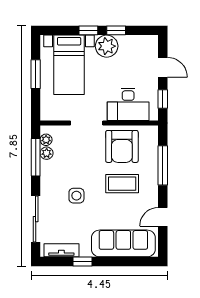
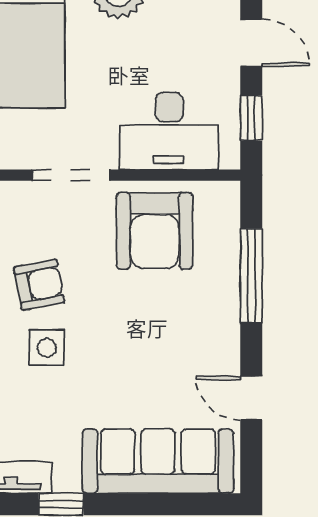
armchair: (73, 169) -> (39, 285), added
coffee table: (122, 184) -> (155, 319), removed
door: (163, 217) -> (251, 398), hinge flipped

